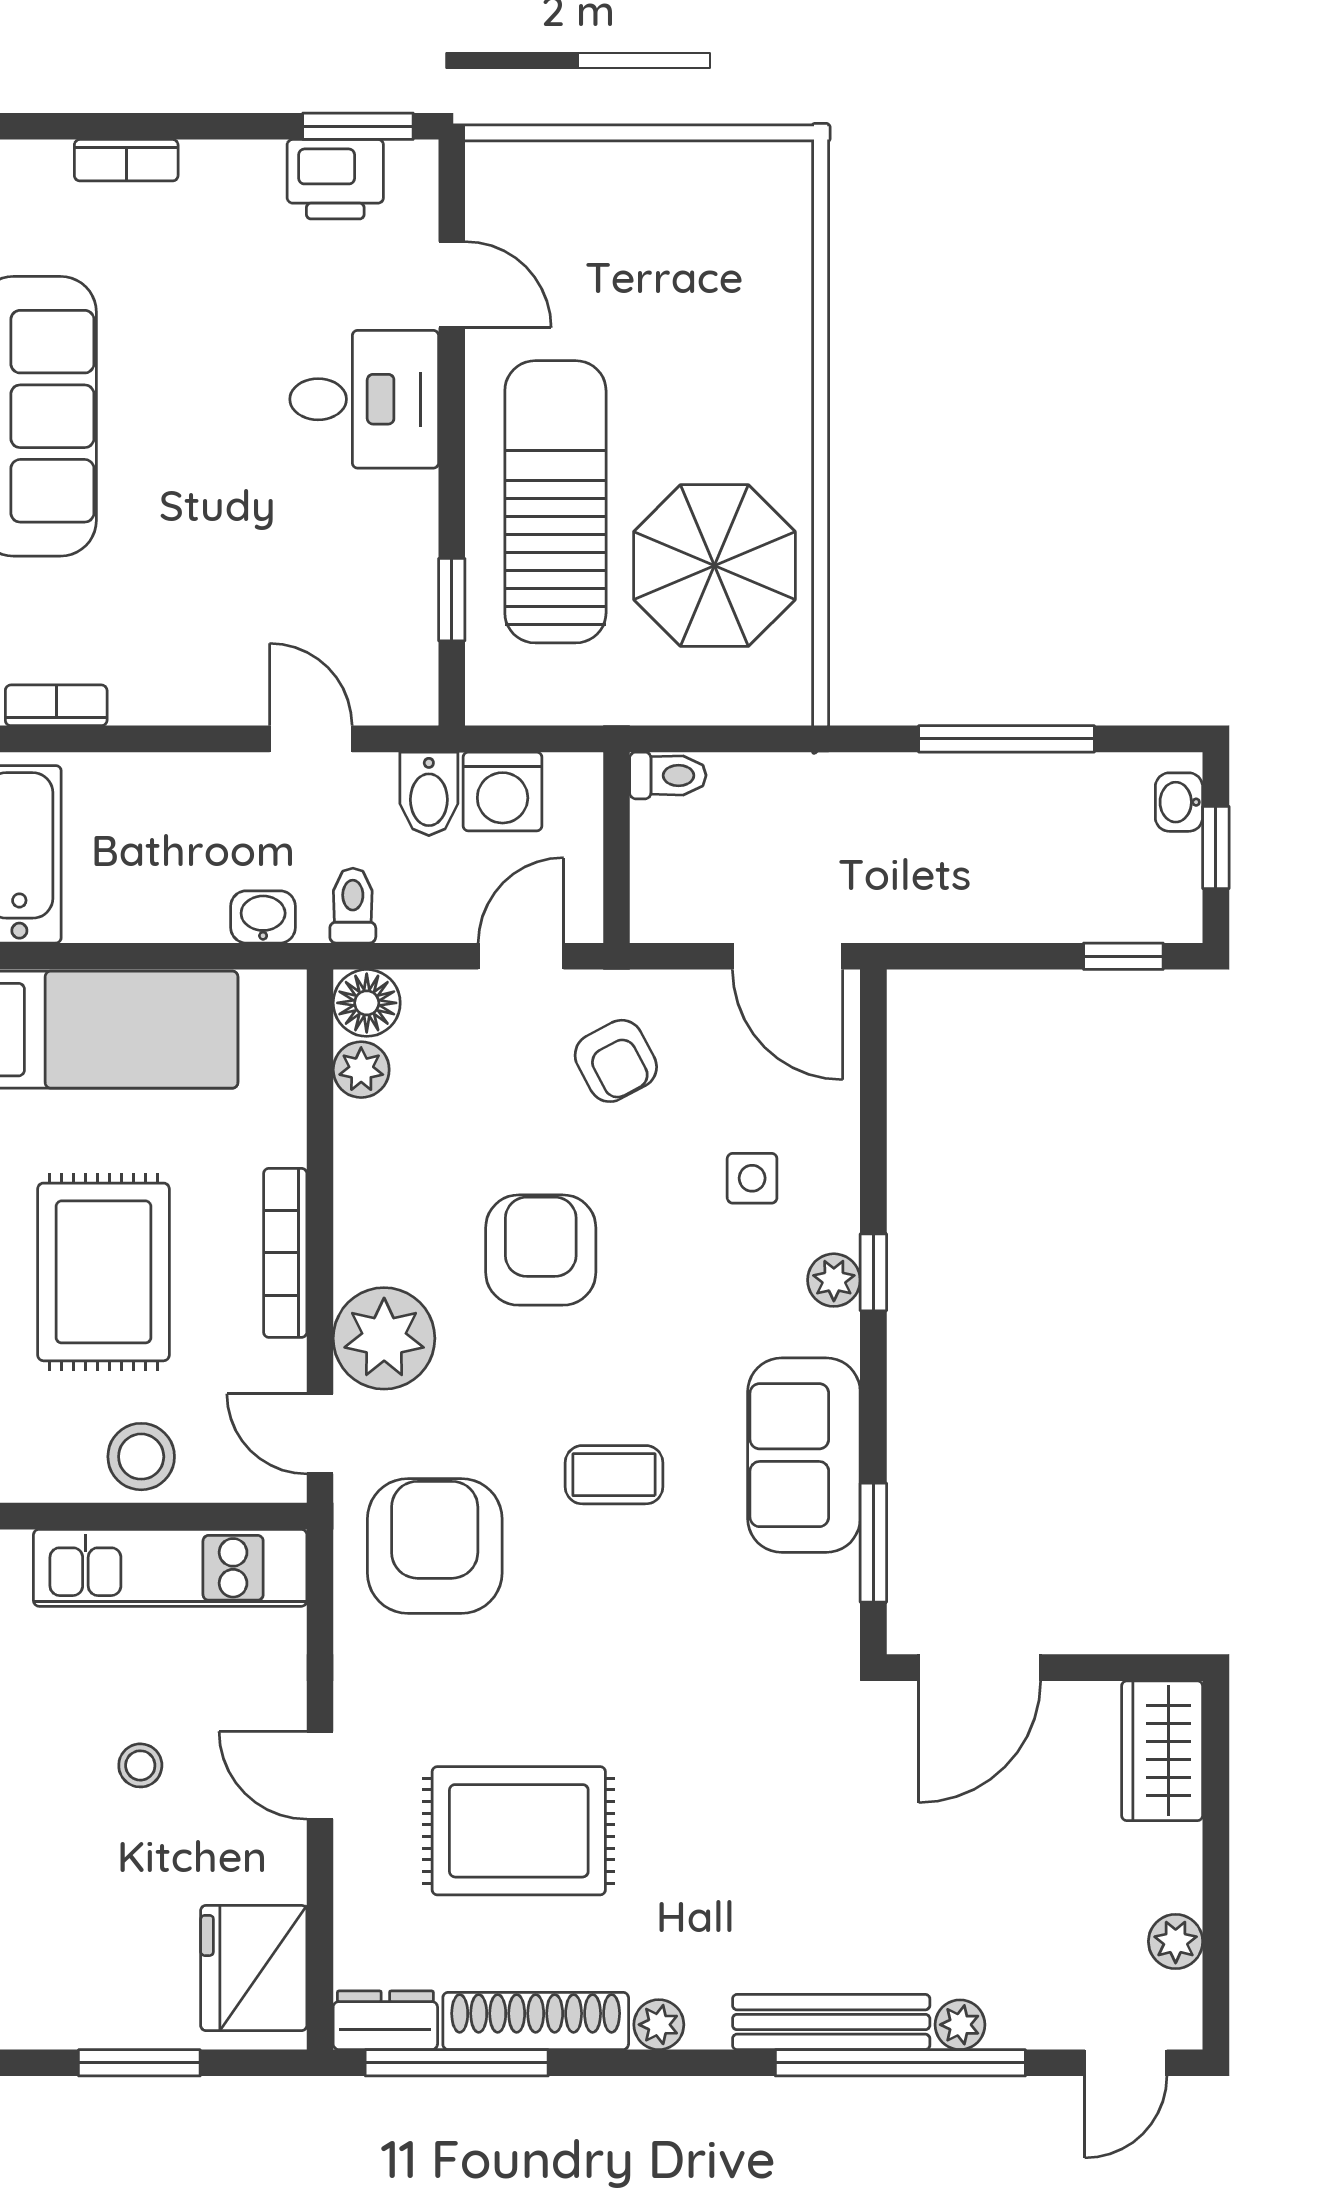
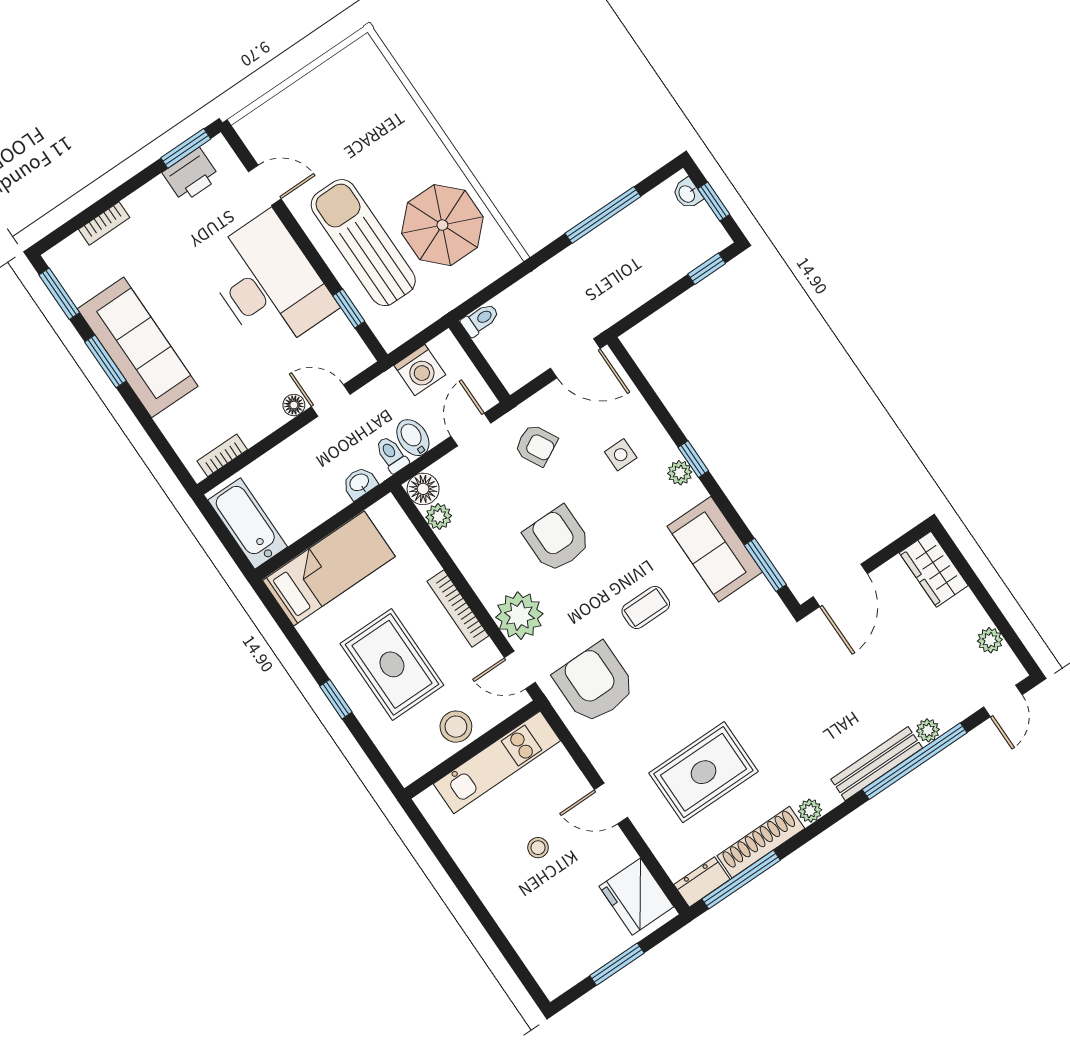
desk: (364, 399) -> (268, 283), width x1.87, depth x1.30
floor lamp: (241, 703) -> (294, 405), added
bidet: (429, 794) -> (413, 438), moved, turned 180

